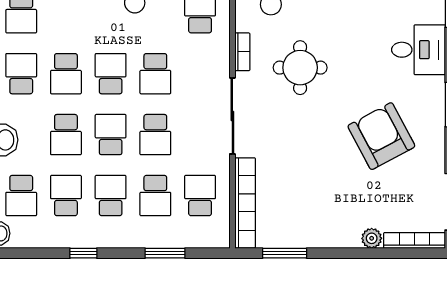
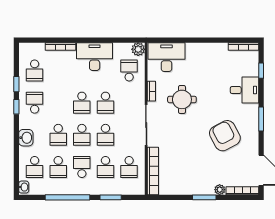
school desk: (66, 74) -> (58, 103), removed
school desk: (111, 74) -> (82, 103), turned 180
school desk: (111, 135) -> (82, 135), turned 180
school desk: (66, 196) -> (58, 167), turned 180
school desk: (200, 196) -> (129, 167), turned 180
window: (83, 253) -> (67, 197), width x3.17
window: (285, 253) -> (204, 197), moved

